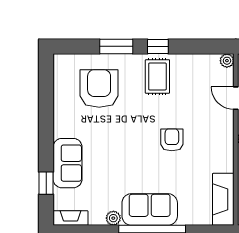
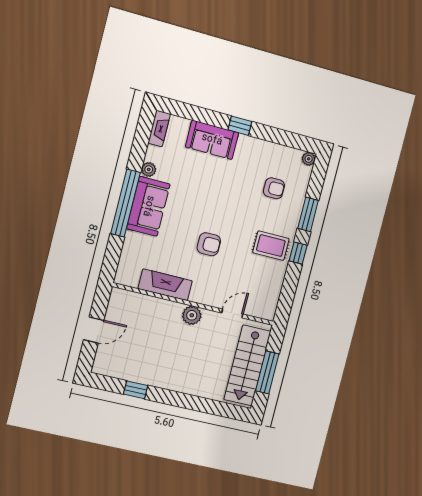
plant: (227, 61) -> (309, 159), moved
armchair: (99, 88) -> (274, 188), width x0.53, depth x0.53
window: (46, 183) -> (240, 126), moved
fireplace: (223, 199) -> (165, 285), moved

